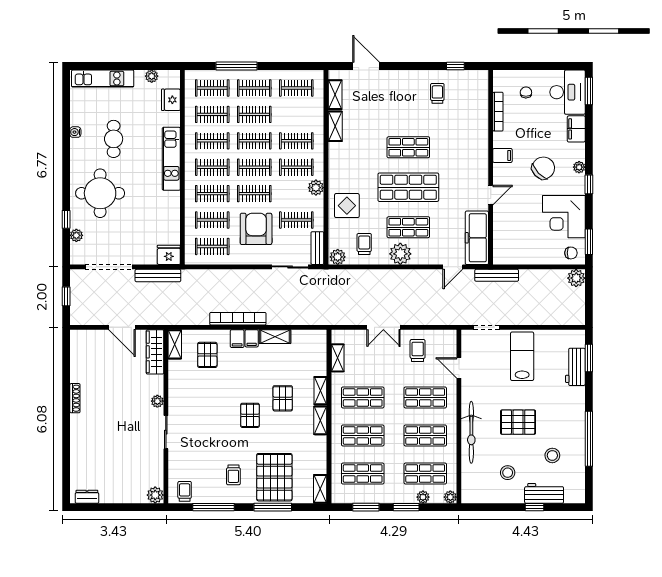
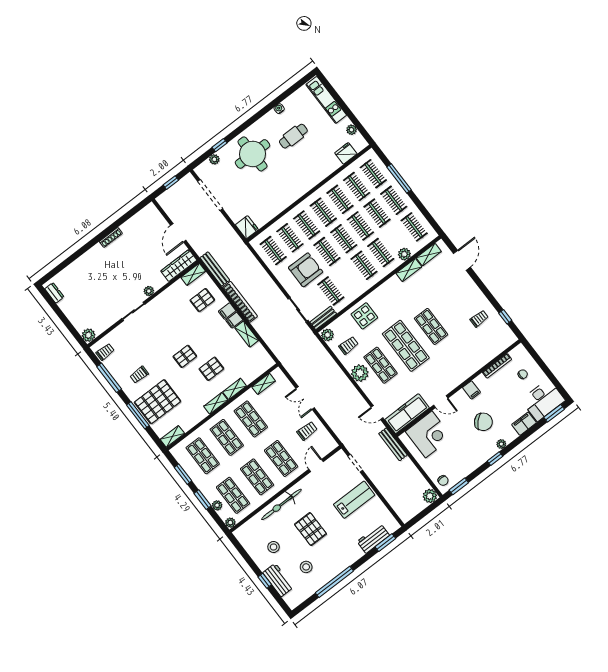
kitchen unit: (171, 159) -> (309, 182), removed
plant: (316, 188) -> (404, 254), moved
corner desk: (564, 217) -> (429, 434), moved, turned 180
bench: (158, 276) -> (215, 269), moved

